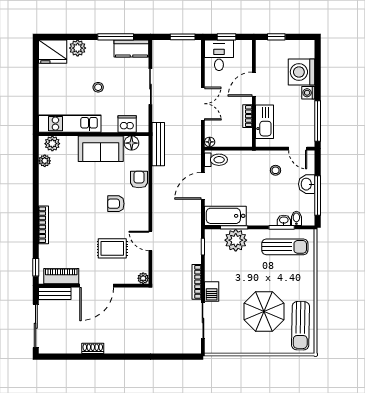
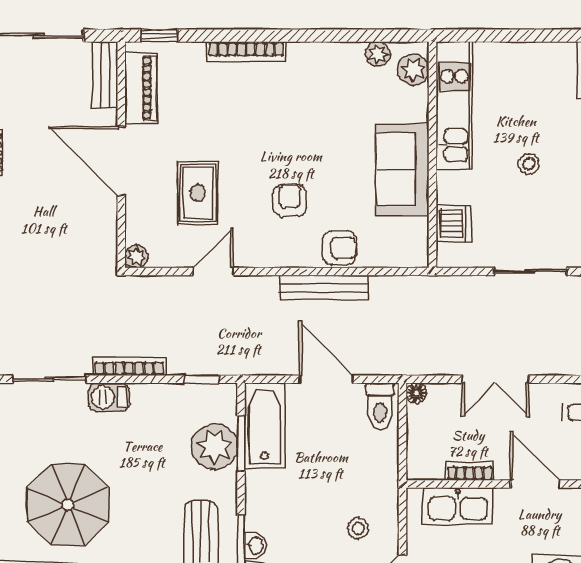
floor lamp: (132, 143) -> (414, 233), removed
bench: (158, 144) -> (324, 288), moved

